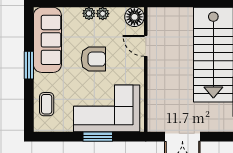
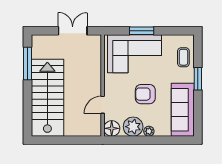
plant: (103, 14) -> (133, 127), width x1.87, depth x1.87
door: (146, 46) -> (103, 105), swing flipped
window: (29, 65) -> (198, 79), moved

